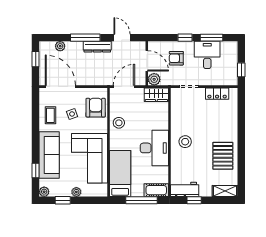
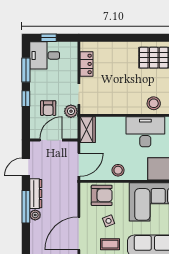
plant: (60, 46) -> (35, 215), moved
desk: (207, 55) -> (45, 55), moved
window: (241, 70) -> (49, 38), moved
plant: (154, 79) -> (71, 111), moved
door: (124, 87) -> (79, 165), swing flipped
armchair: (96, 108) -> (102, 195), turned 180
stool: (185, 142) -> (154, 103), moved

